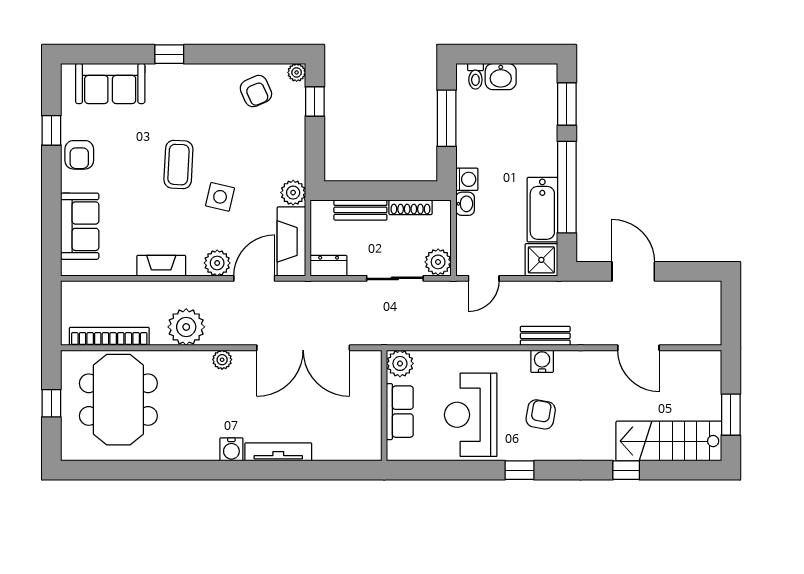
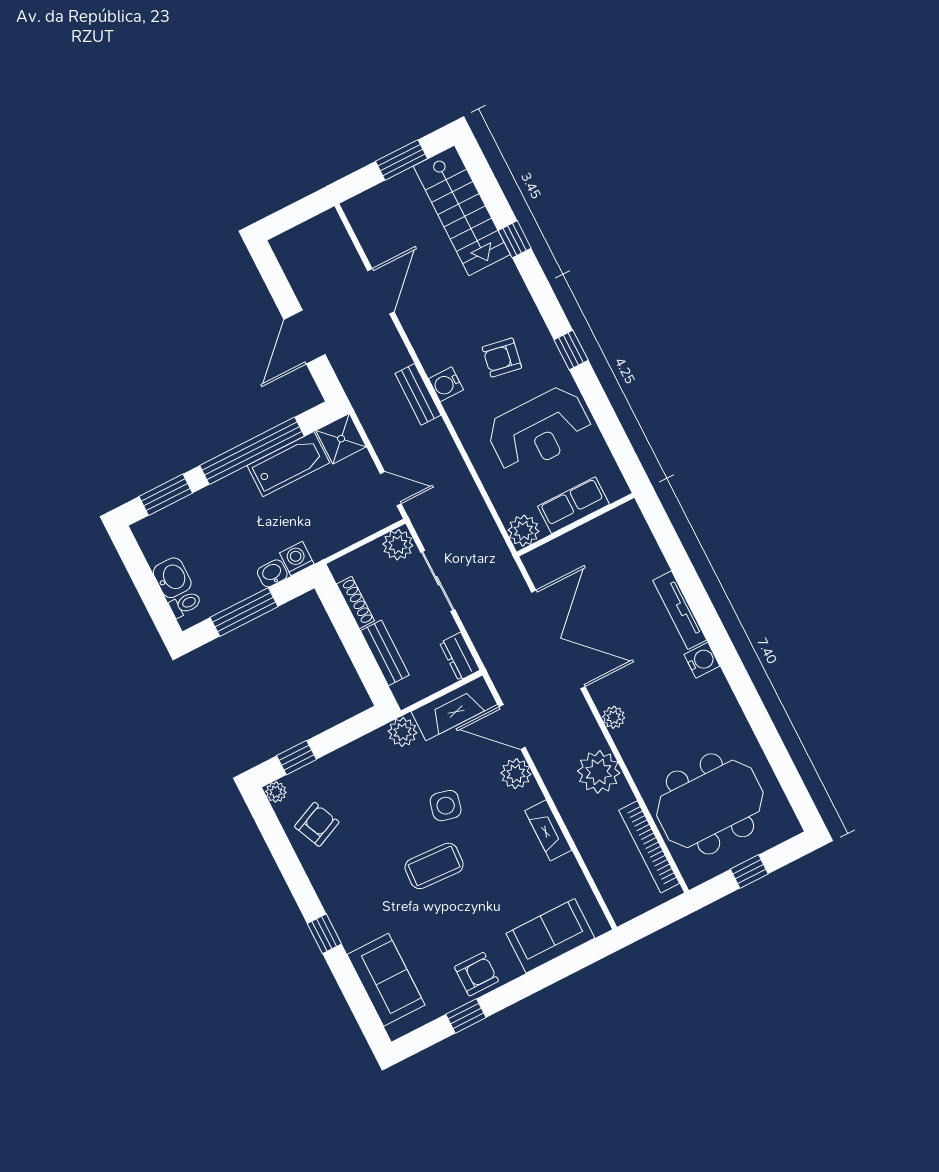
washbasin: (465, 204) -> (272, 573), moved

